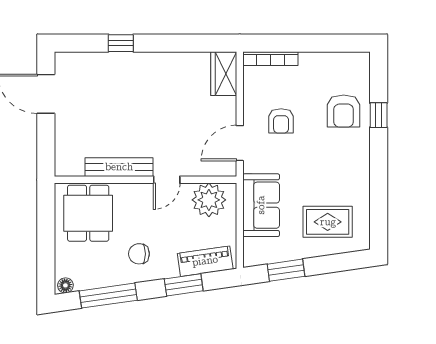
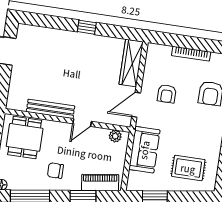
window: (121, 43) -> (87, 27), moved
bookcase: (270, 59) -> (191, 54), moved
wardrobe: (224, 74) -> (131, 63), width x1.50
plant: (209, 200) -> (115, 136), width x0.53, depth x0.53

